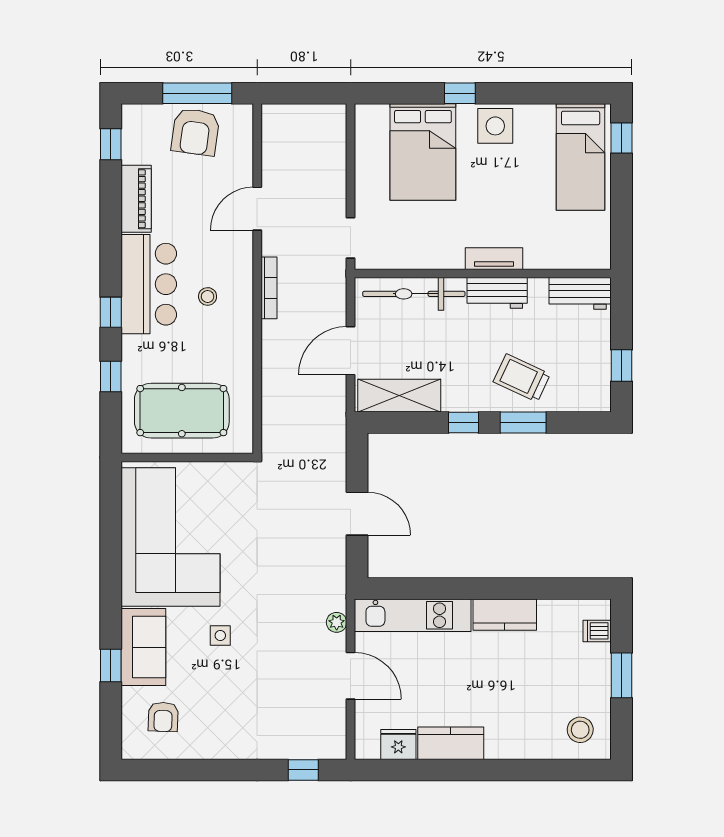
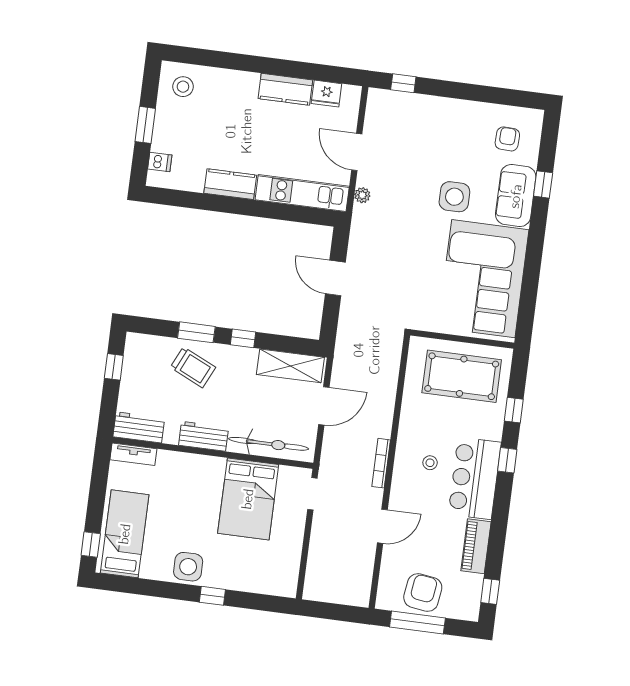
bed: (423, 152) -> (248, 499), moved, turned 180
tv unit: (494, 259) -> (133, 454), moved
side table: (220, 636) -> (454, 197), width x1.87, depth x1.87

